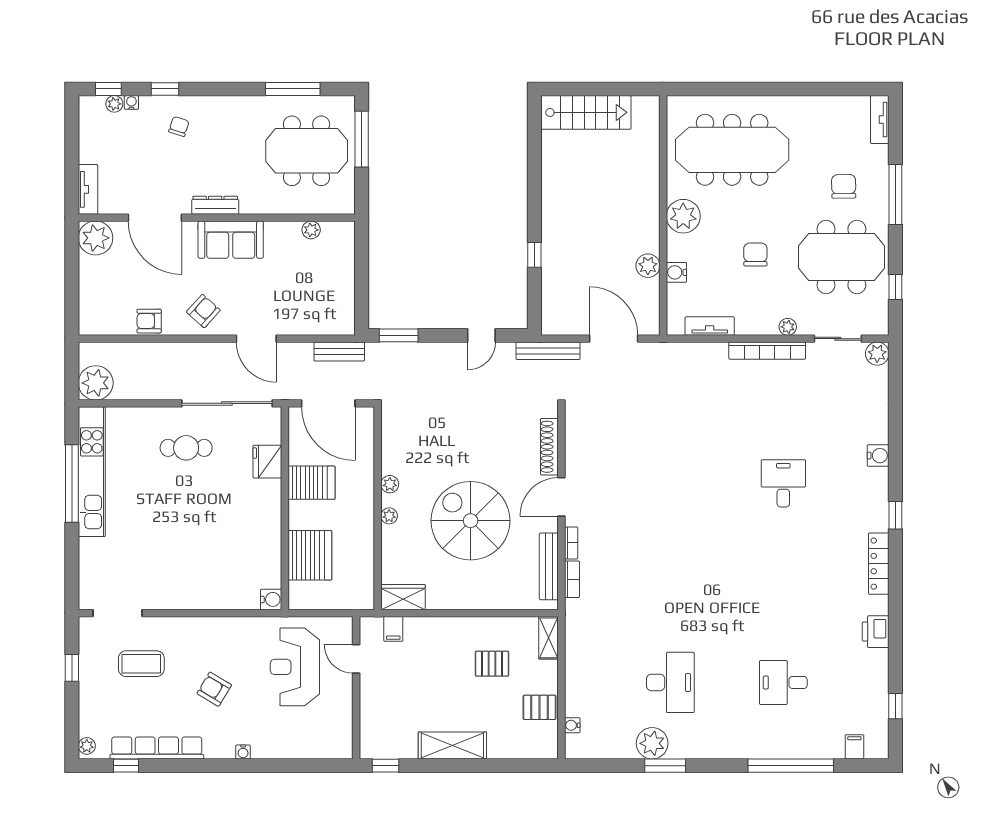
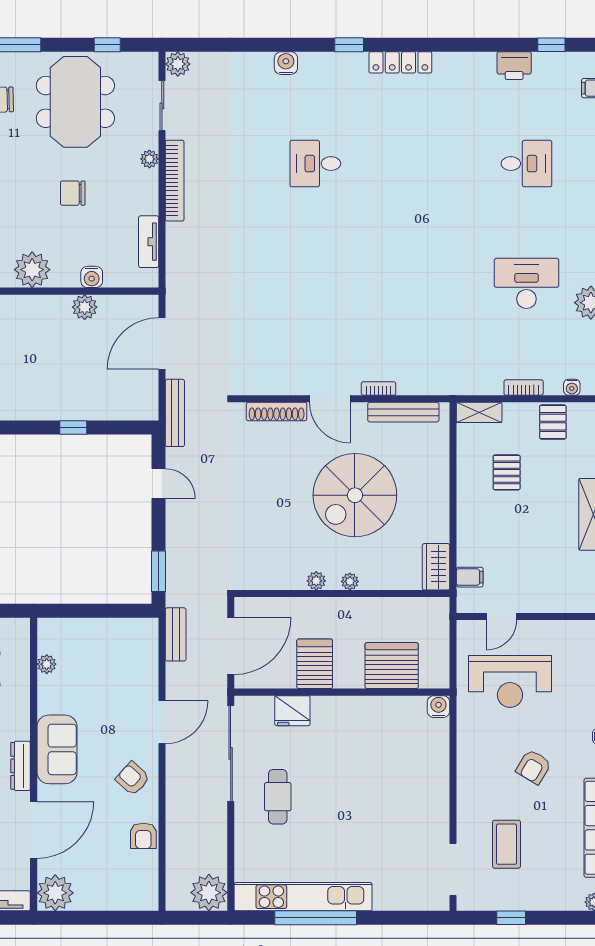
bookcase: (572, 579) -> (524, 388), moved
printer: (876, 632) -> (514, 66), moved
desk: (783, 682) -> (526, 164), turned -90

